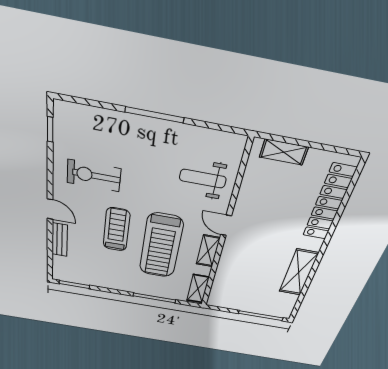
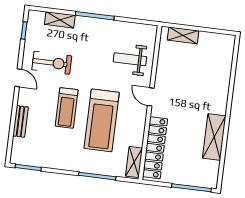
exercise bike: (94, 176) -> (52, 63), turned 180
locker: (329, 203) -> (155, 148), moved, turned 180
door: (50, 209) -> (18, 78), moved
treadmill: (116, 230) -> (67, 108), turned 180
shelving: (208, 251) -> (60, 20), moved, turned 90

